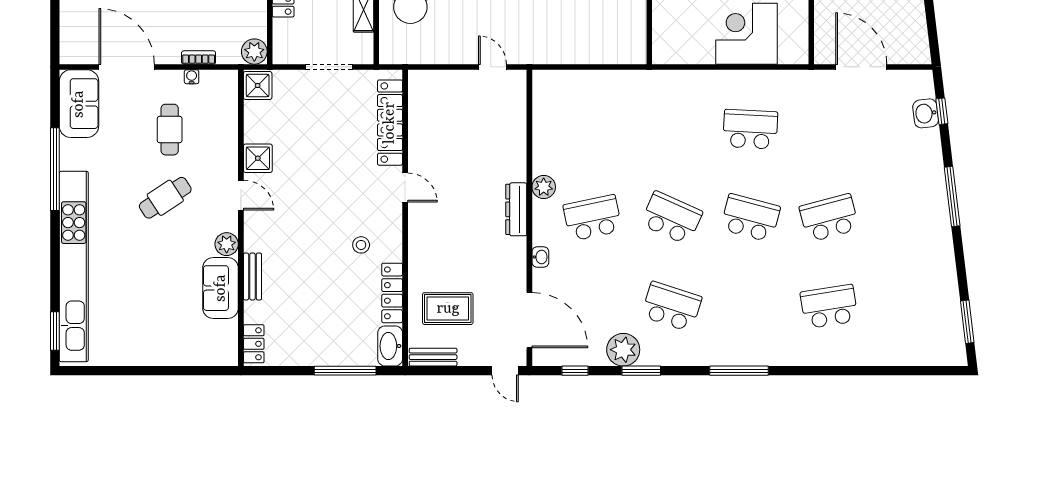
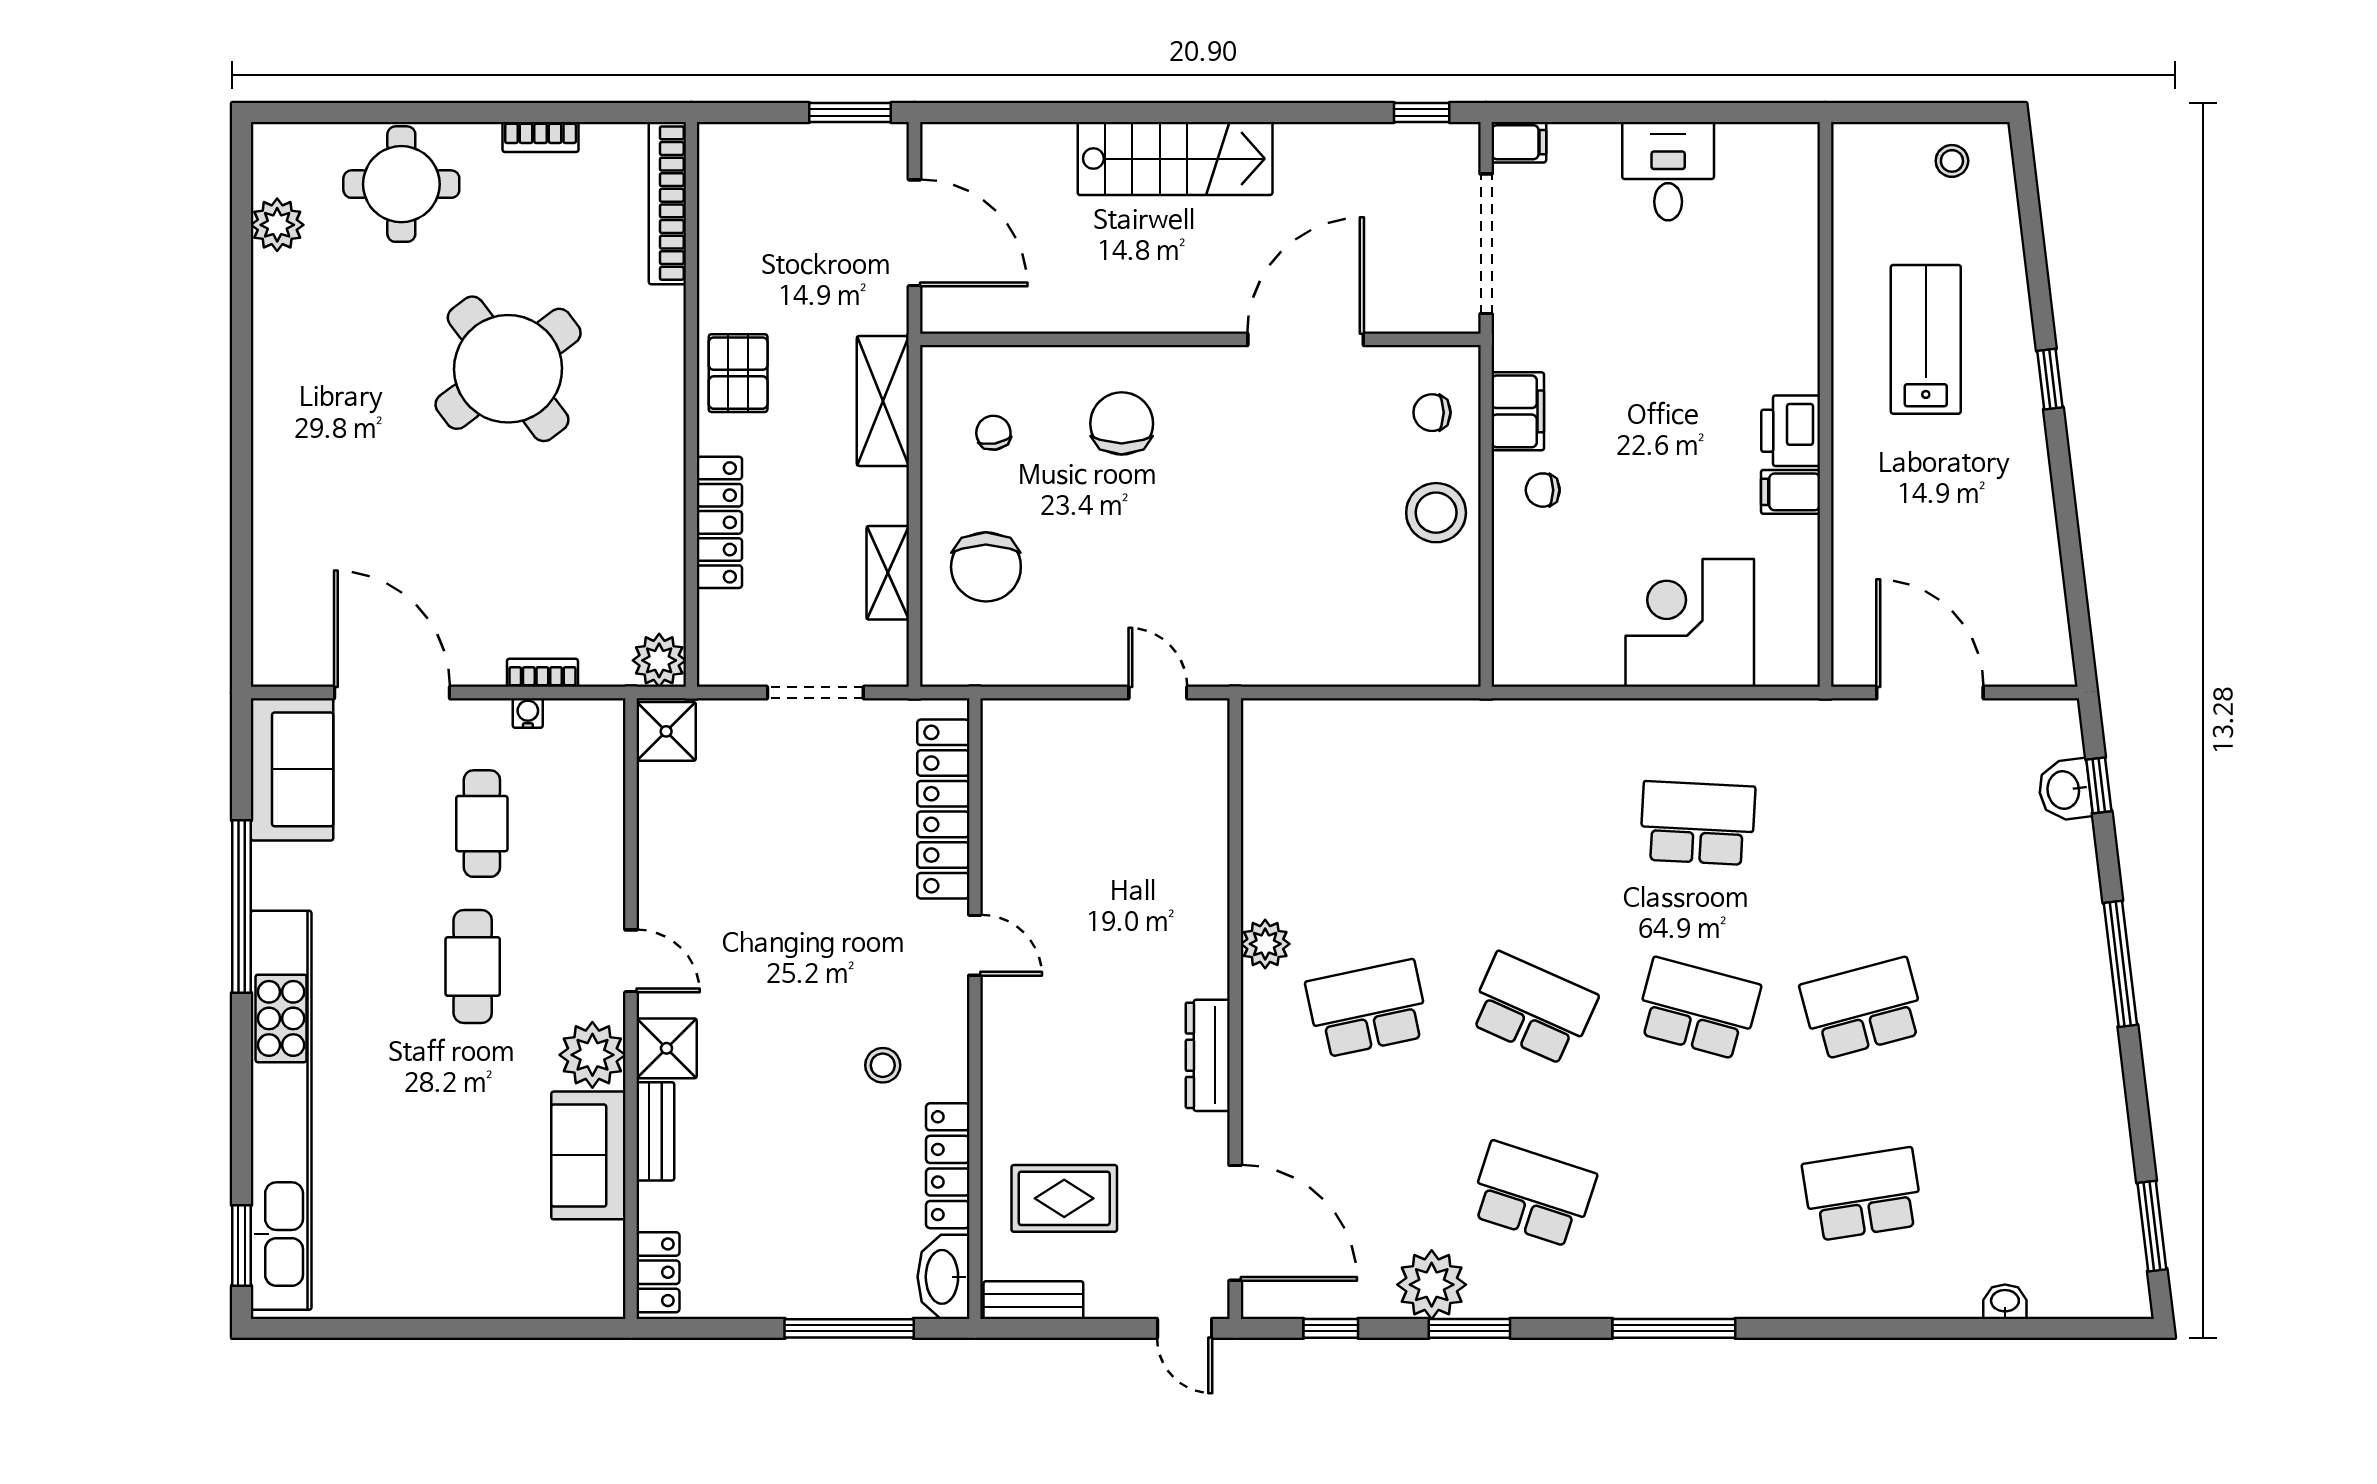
shower: (258, 158) -> (667, 1048), moved
cafe table: (165, 198) -> (473, 967), turned -57
dresser: (516, 209) -> (1208, 1055), moved
plant: (227, 244) -> (592, 1055), width x1.36, depth x1.36
washbasin: (540, 257) -> (2005, 1302), moved, turned -90

